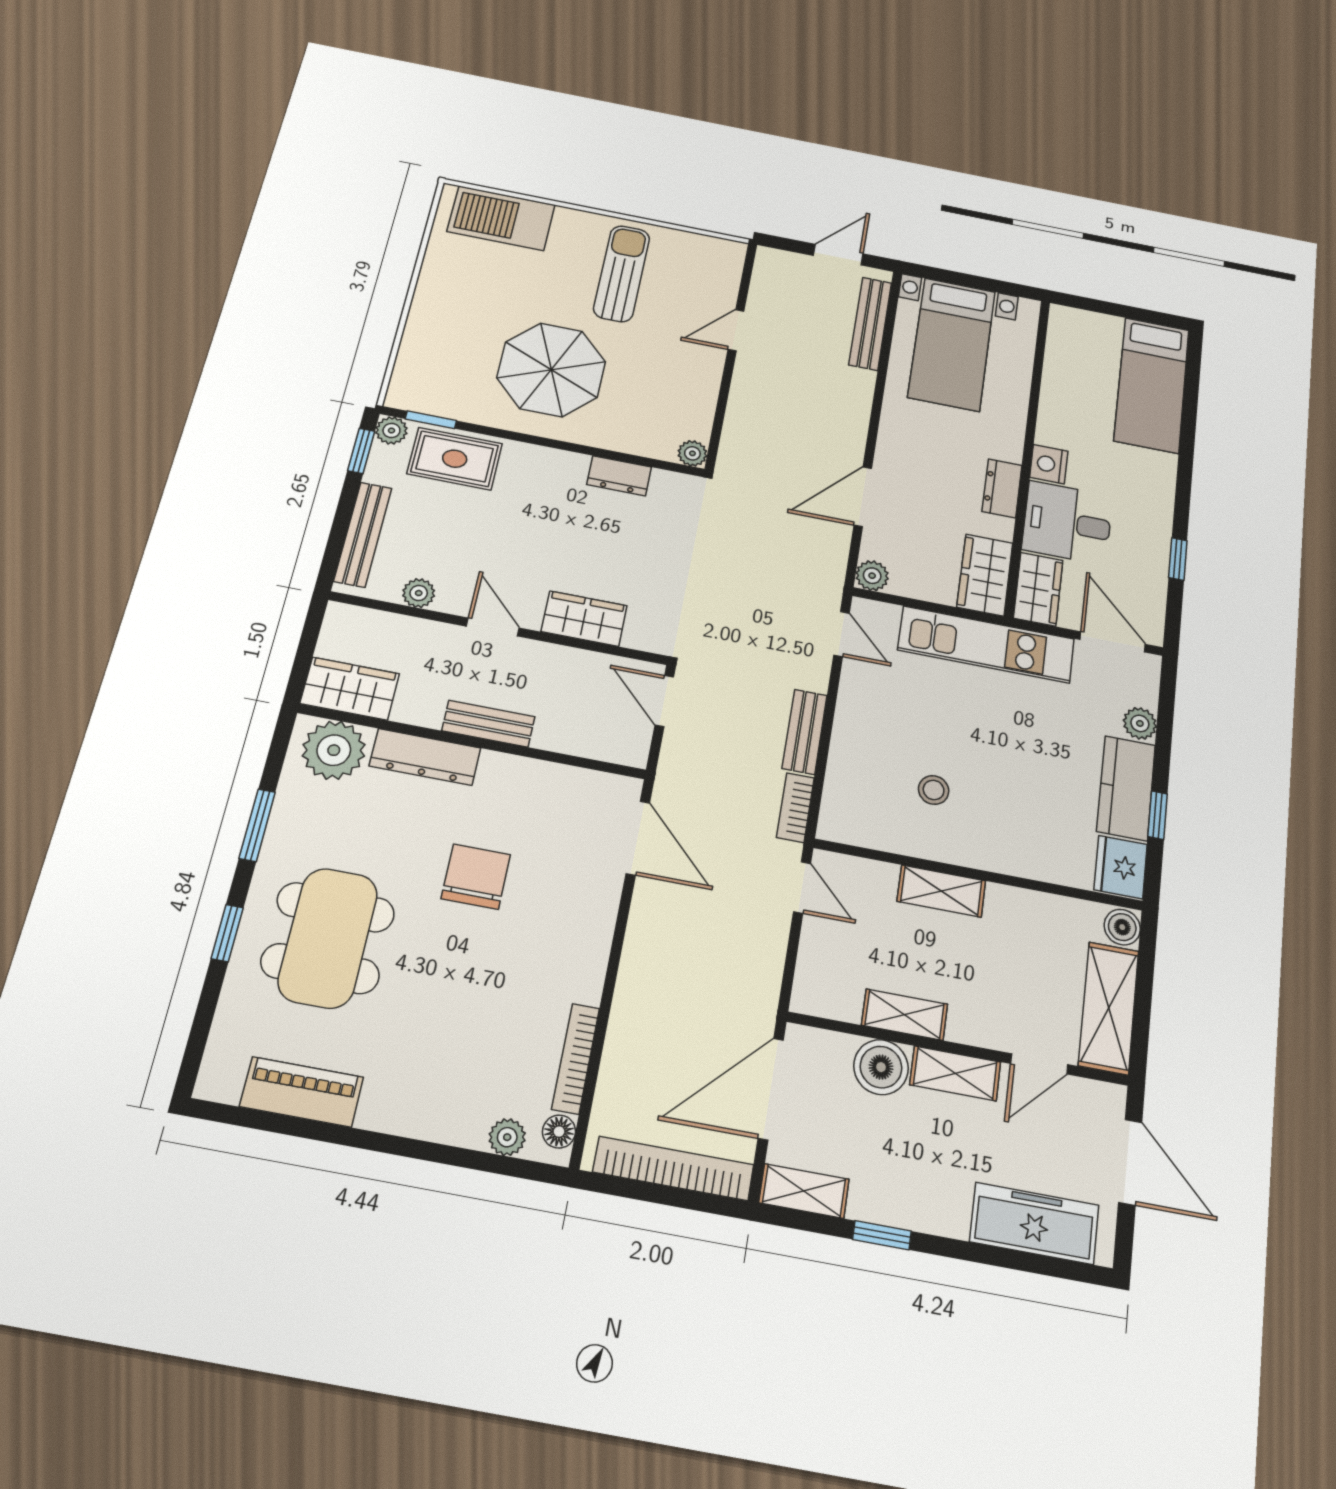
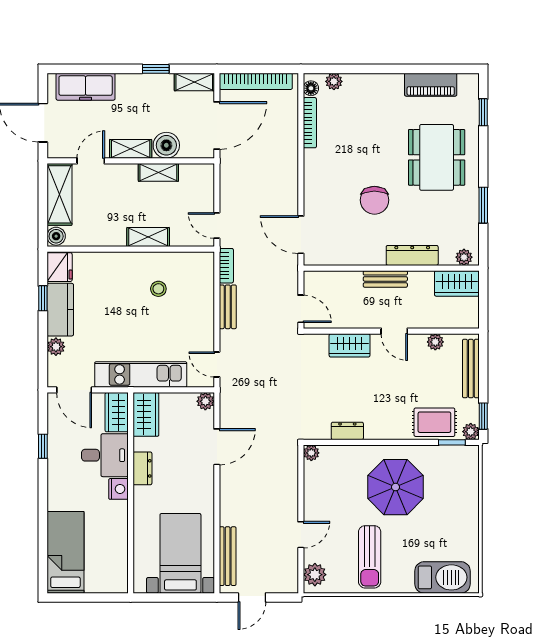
plant: (723, 266) -> (315, 575), added
plant: (334, 750) -> (464, 257), width x0.53, depth x0.53
window: (227, 933) -> (483, 112), moved

